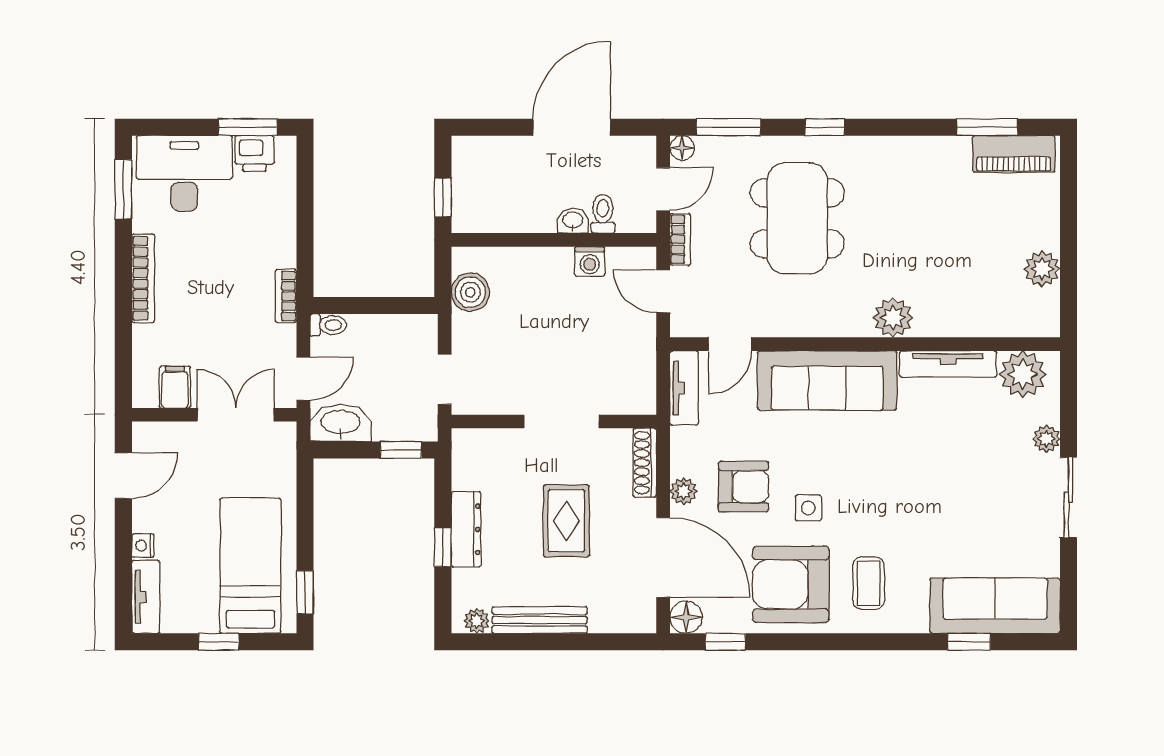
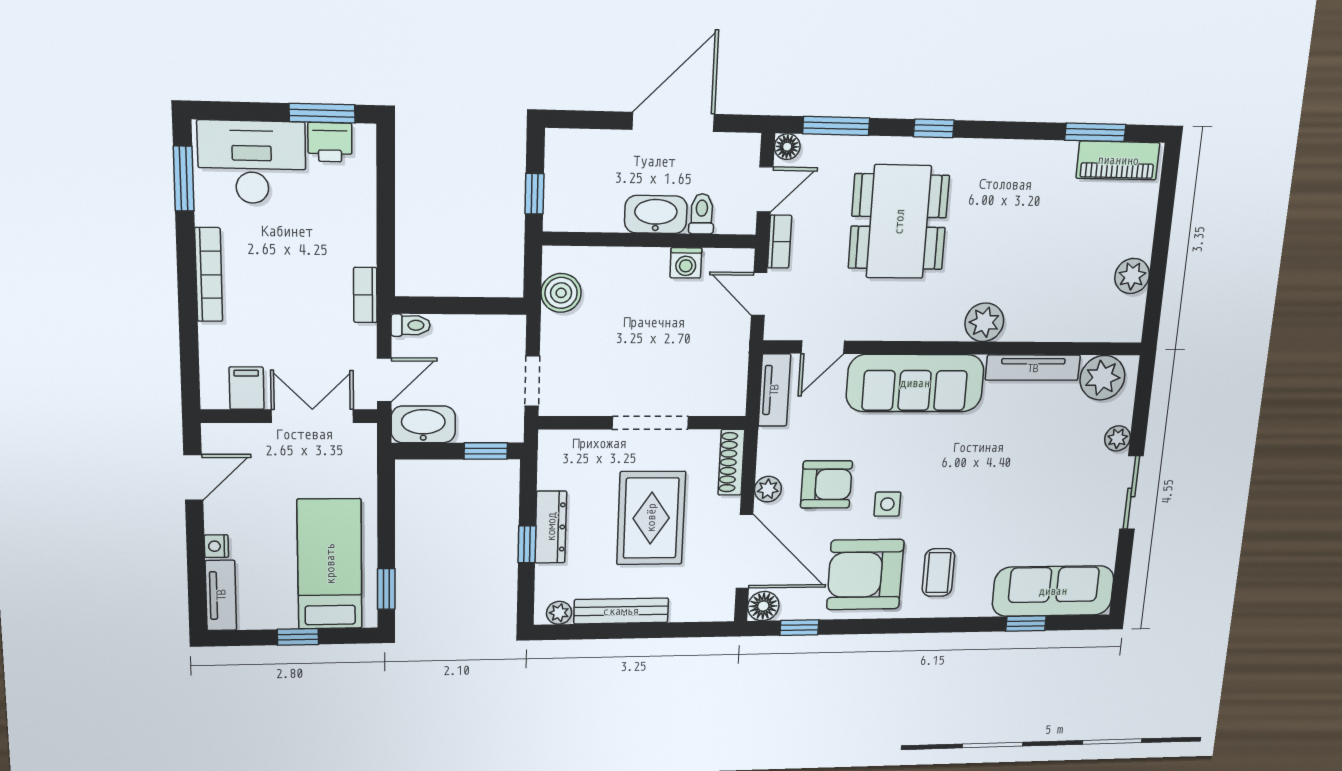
washbasin: (573, 221) -> (656, 214), width x1.91, depth x1.45
rug: (566, 521) -> (651, 518), width x1.36, depth x1.43

